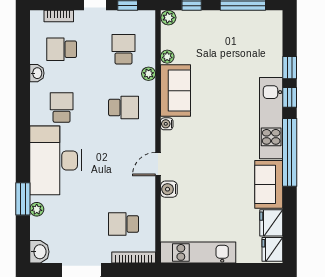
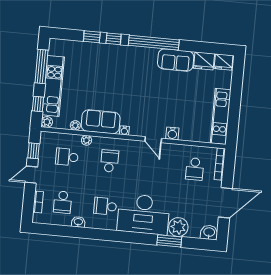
kitchen unit: (271, 118) -> (53, 86), moved, turned -90
plant: (37, 209) -> (178, 227), width x1.88, depth x1.88

